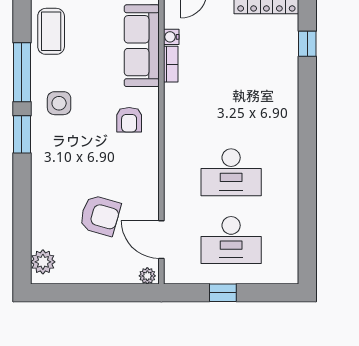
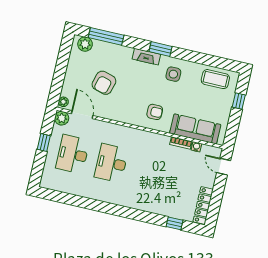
window: (22, 72) -> (106, 36), moved
armchair: (129, 120) -> (155, 112), turned 180
fireplace: (40, 155) -> (146, 57), added
door: (161, 240) -> (82, 115), hinge flipped
plant: (175, 272) -> (62, 118), added

